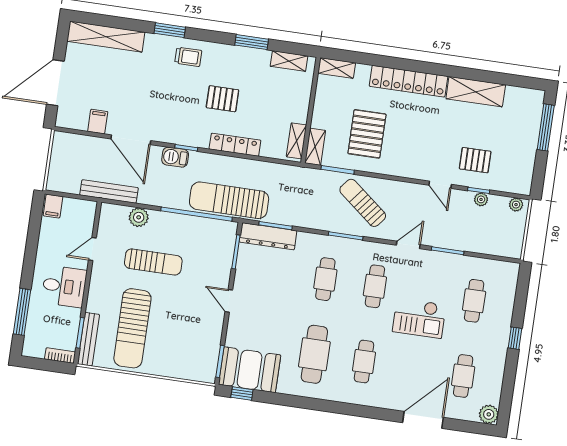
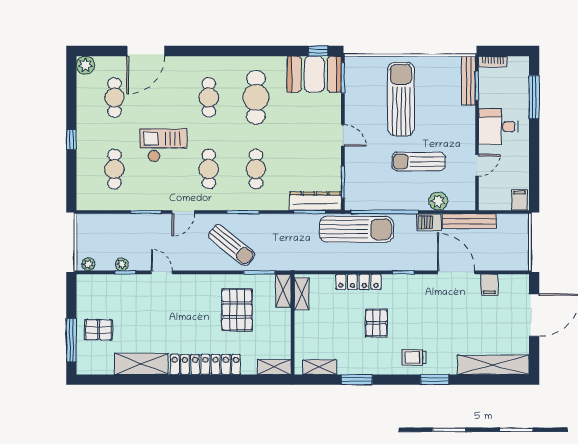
pallet: (222, 99) -> (376, 323), turned 90
barbecue: (175, 157) -> (429, 222), moved, turned 180
pallet: (475, 160) -> (99, 330), moved
sun lounger: (132, 328) -> (401, 99), moved

